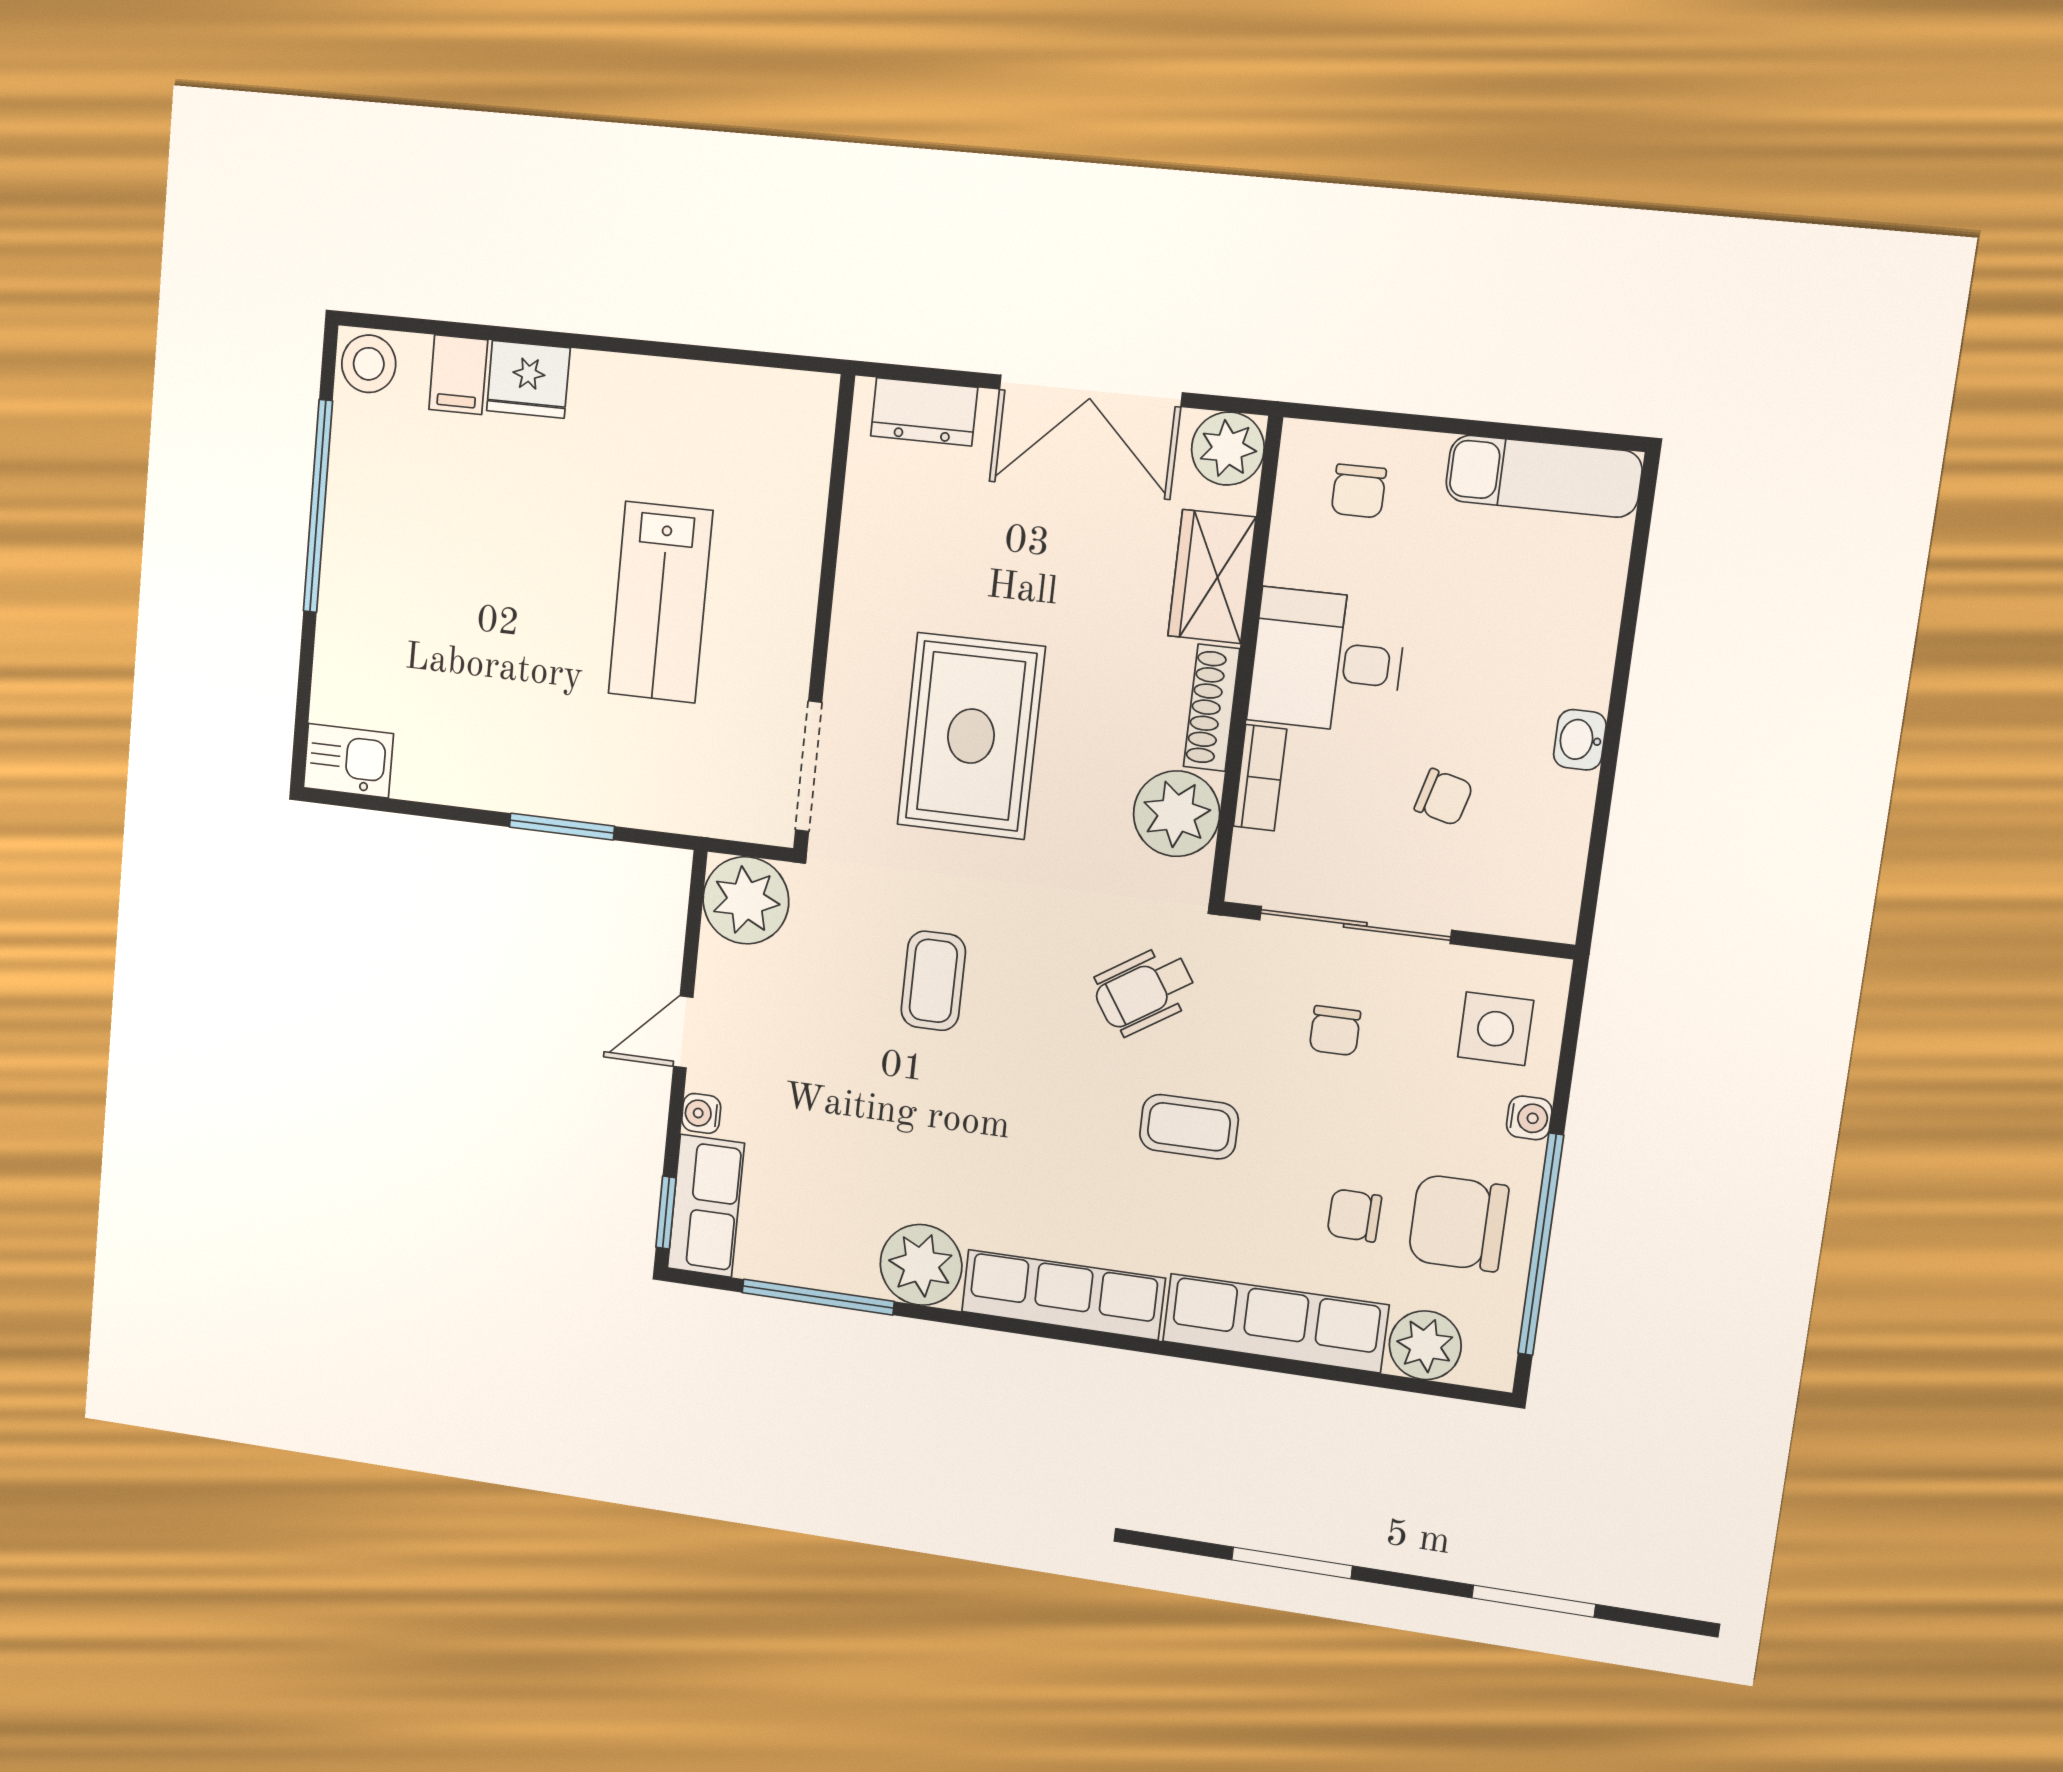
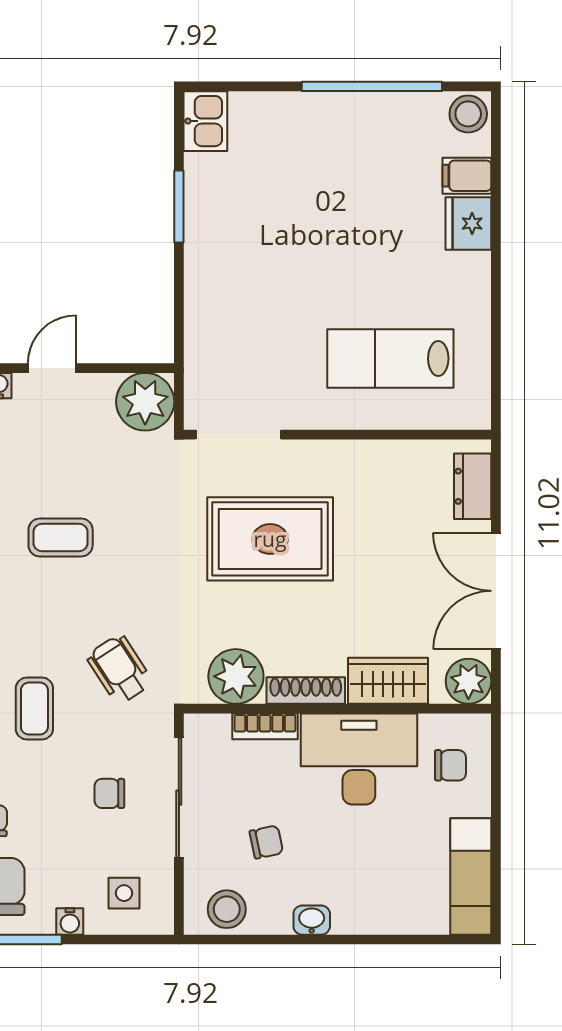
chair: (1359, 491) -> (450, 765), turned 180
lab bench: (660, 602) -> (390, 358), moved
desk: (1327, 661) -> (359, 759), width x1.37
chair: (1444, 797) -> (266, 842), turned -117
window: (562, 827) -> (179, 206), moved
stool: (1543, 872) -> (227, 909), added
coffee table: (933, 981) -> (61, 537), moved
side table: (1496, 1029) -> (124, 893), width x0.73, depth x0.73
door: (683, 1032) -> (52, 368), hinge flipped

